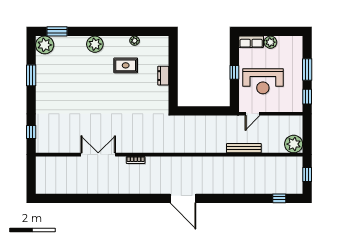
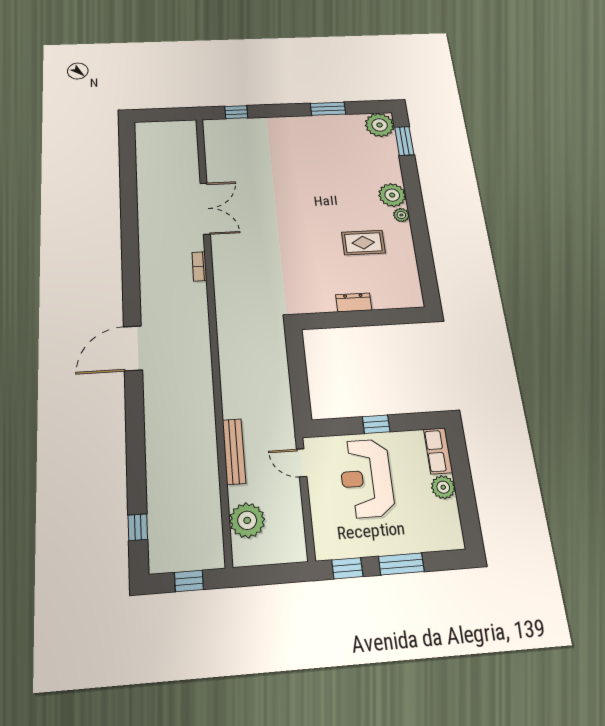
plant: (135, 41) -> (401, 215), moved
rug: (126, 65) -> (363, 243), turned 90
plant: (294, 144) -> (247, 520), moved

